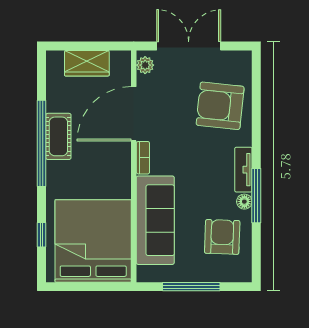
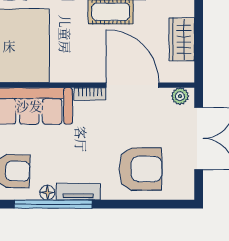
armchair: (220, 106) -> (140, 169), turned 84
window: (256, 196) -> (53, 204), width x1.46

